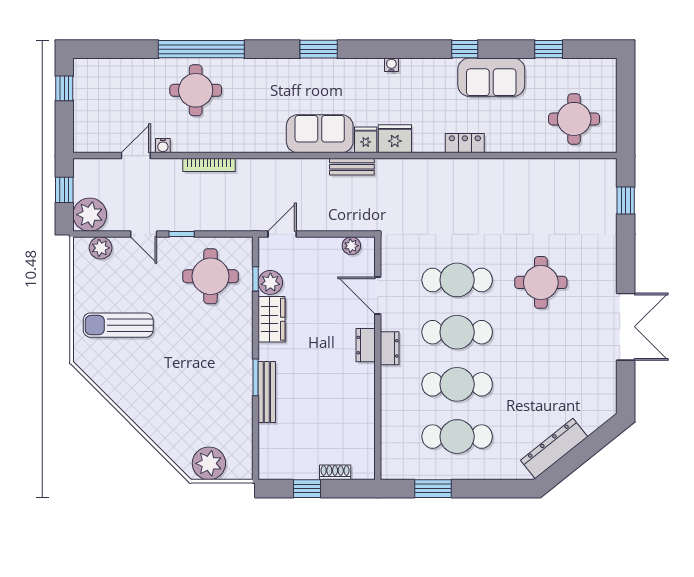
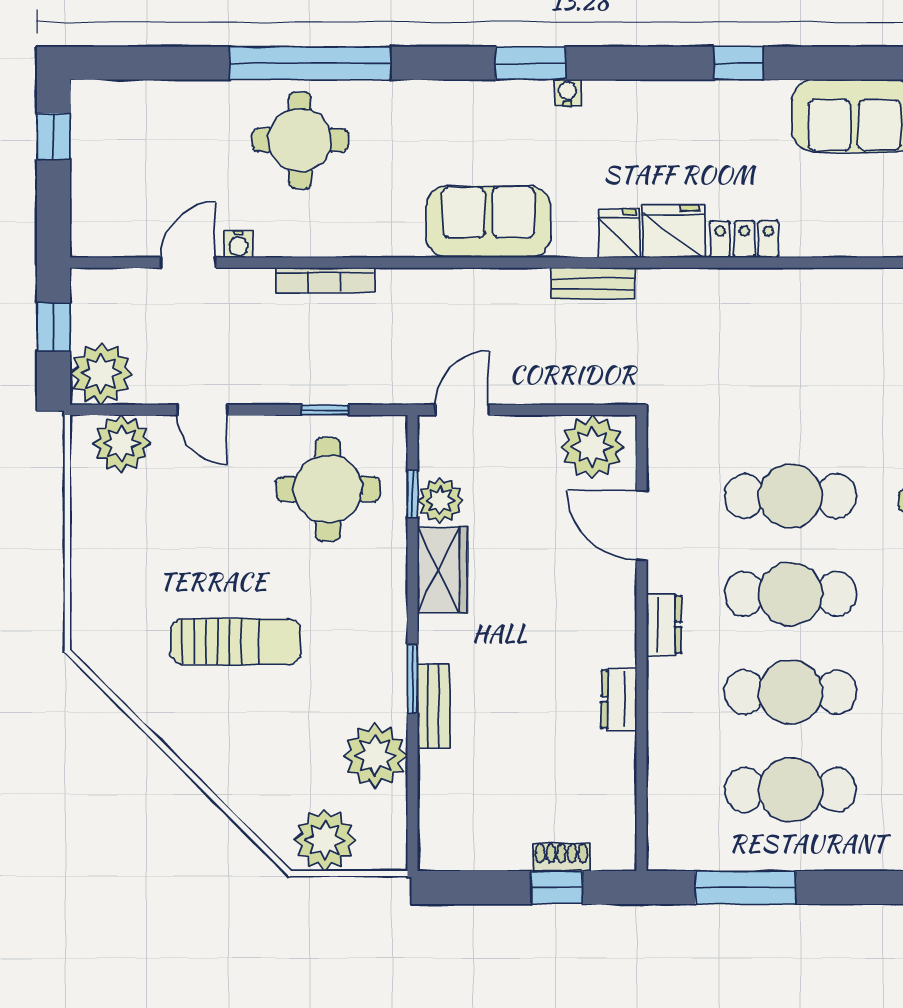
window: (465, 49) -> (738, 63), moved
water cooler: (391, 65) -> (567, 92), moved
sofa: (320, 134) -> (488, 222), moved
locker: (465, 143) -> (744, 239), moved
window: (182, 234) -> (325, 410), moved
plant: (351, 246) -> (592, 447), width x1.88, depth x1.88
plant: (101, 248) -> (122, 443), width x1.36, depth x1.36
sun lounger: (118, 325) -> (236, 642), moved, turned 180
dresser: (366, 345) -> (619, 699), moved
bench: (267, 392) -> (433, 706), width x0.73
plant: (236, 418) -> (375, 755), added
window: (307, 489) -> (557, 887), moved
window: (433, 489) -> (745, 887), width x1.44

